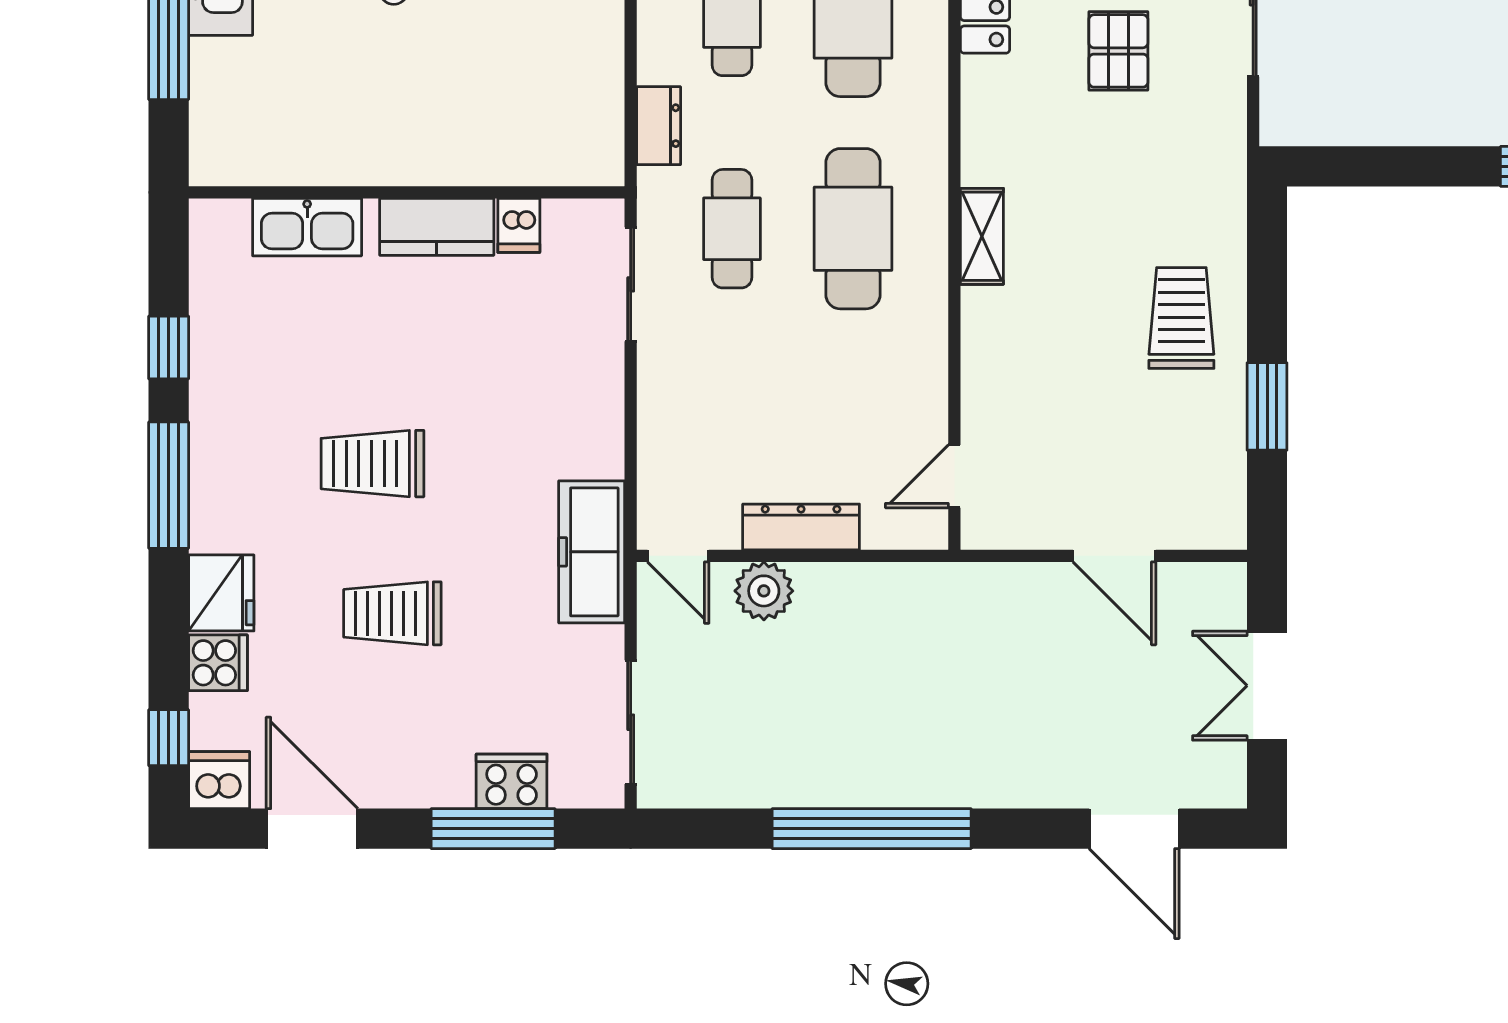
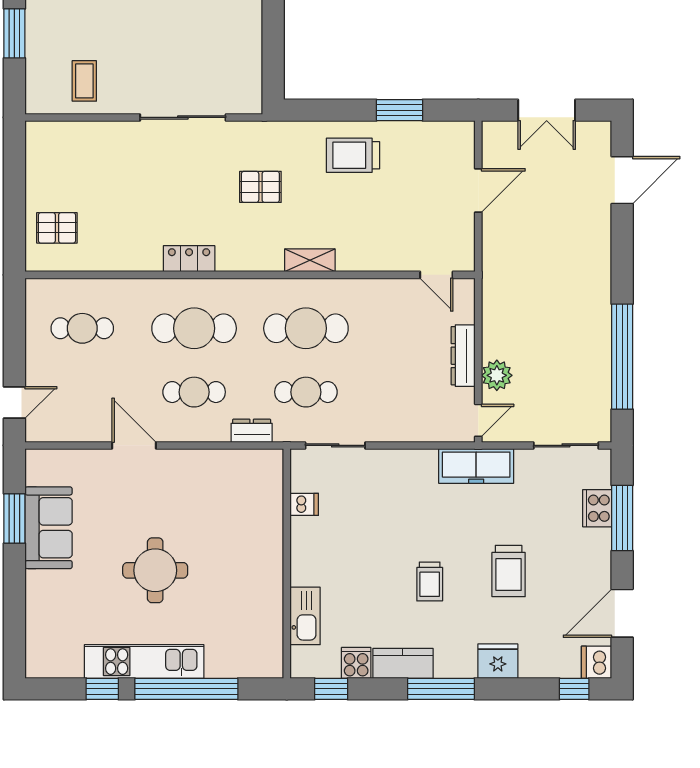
pallet: (1118, 51) -> (260, 187), moved
kitchen counter: (437, 227) -> (403, 663), moved, turned -90
window: (169, 347) -> (331, 689), moved
trolley: (372, 464) -> (430, 581), width x0.73, depth x0.72
cooker: (218, 663) -> (356, 663), moved
window: (872, 829) -> (622, 357), moved

